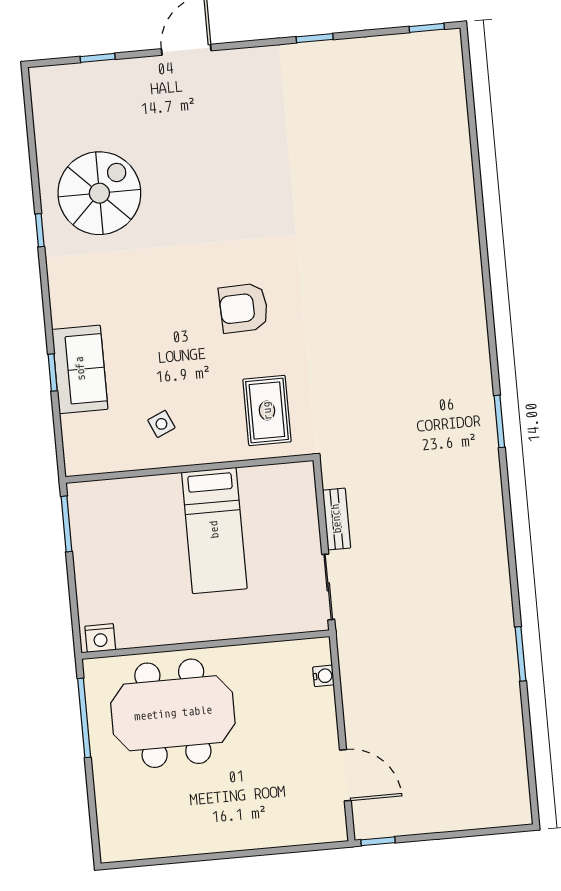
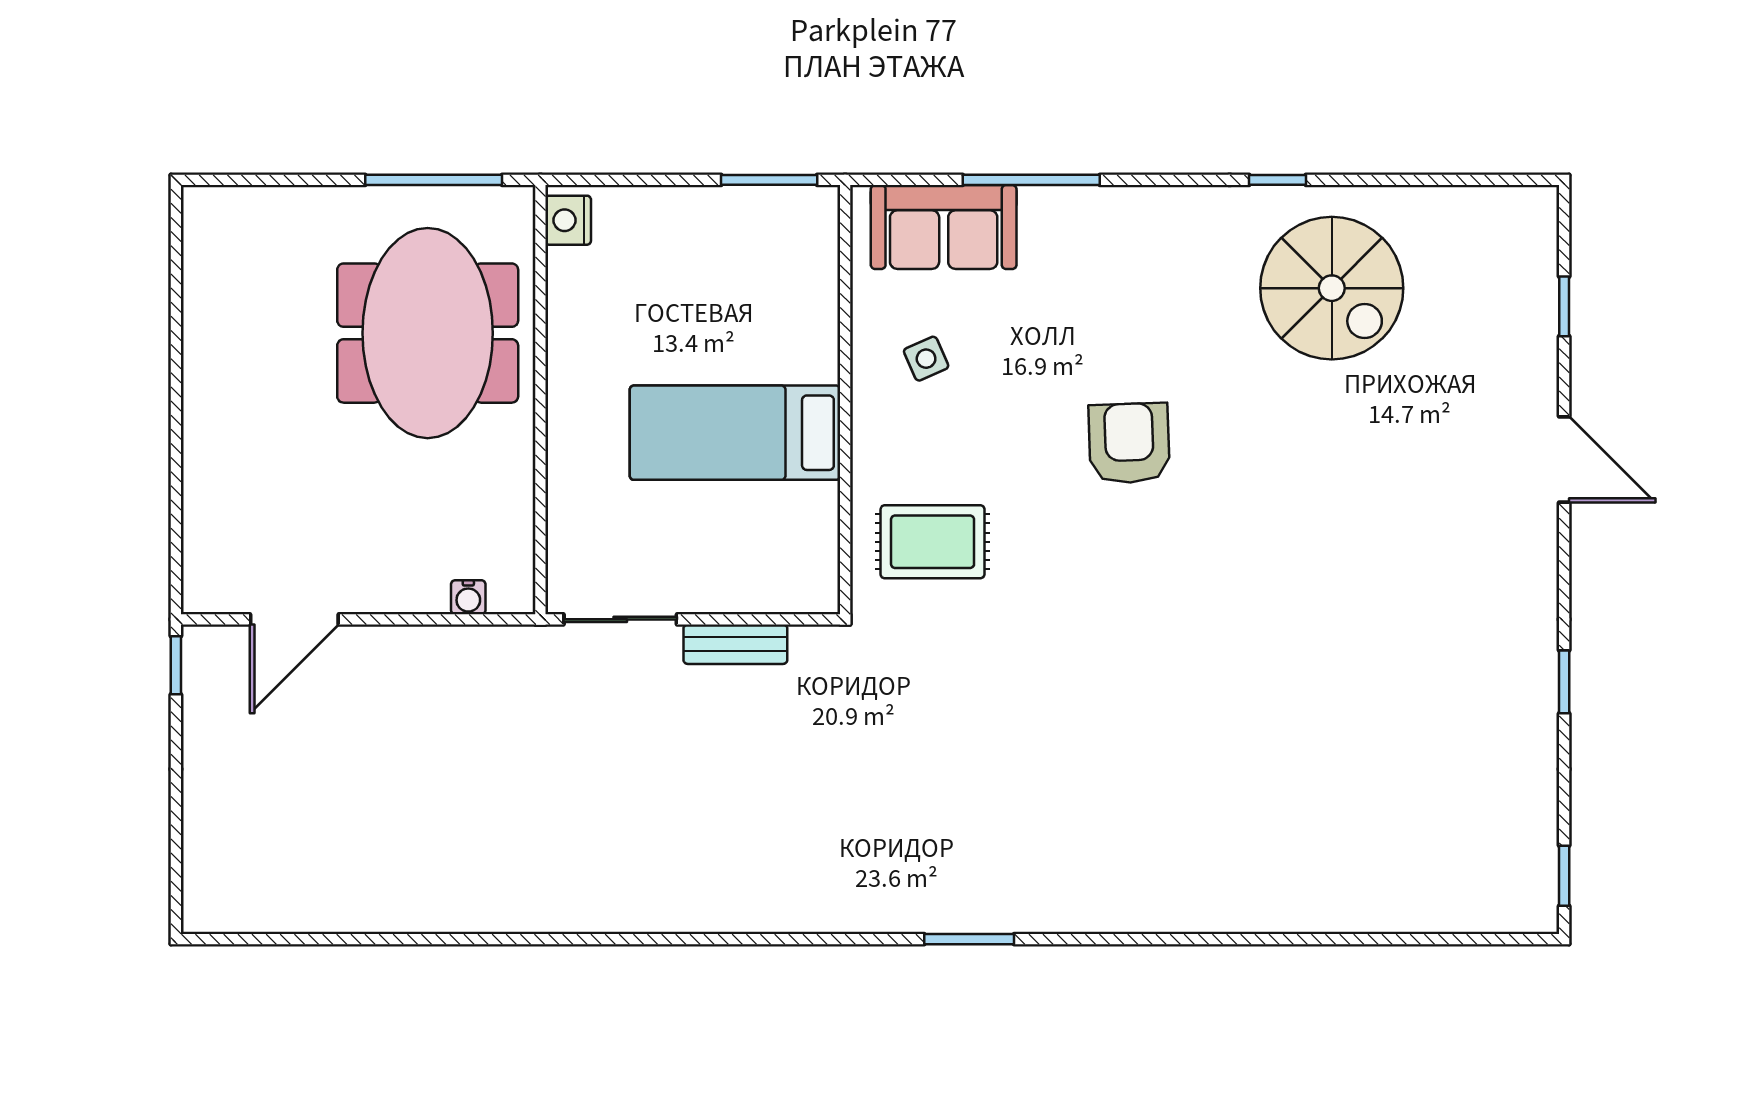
armchair: (244, 308) -> (1129, 443), moved
sofa: (80, 369) -> (944, 227), moved
window: (53, 372) -> (1031, 180), width x2.17
window: (499, 421) -> (969, 939), moved
window: (521, 654) -> (475, 939), removed

